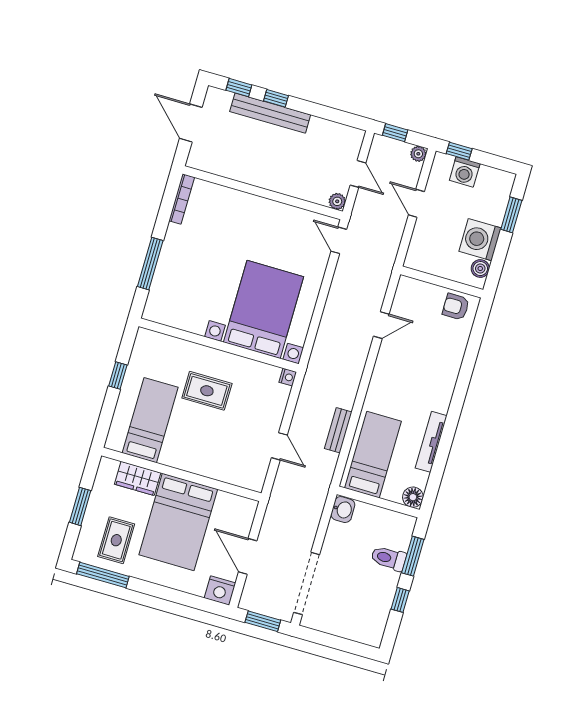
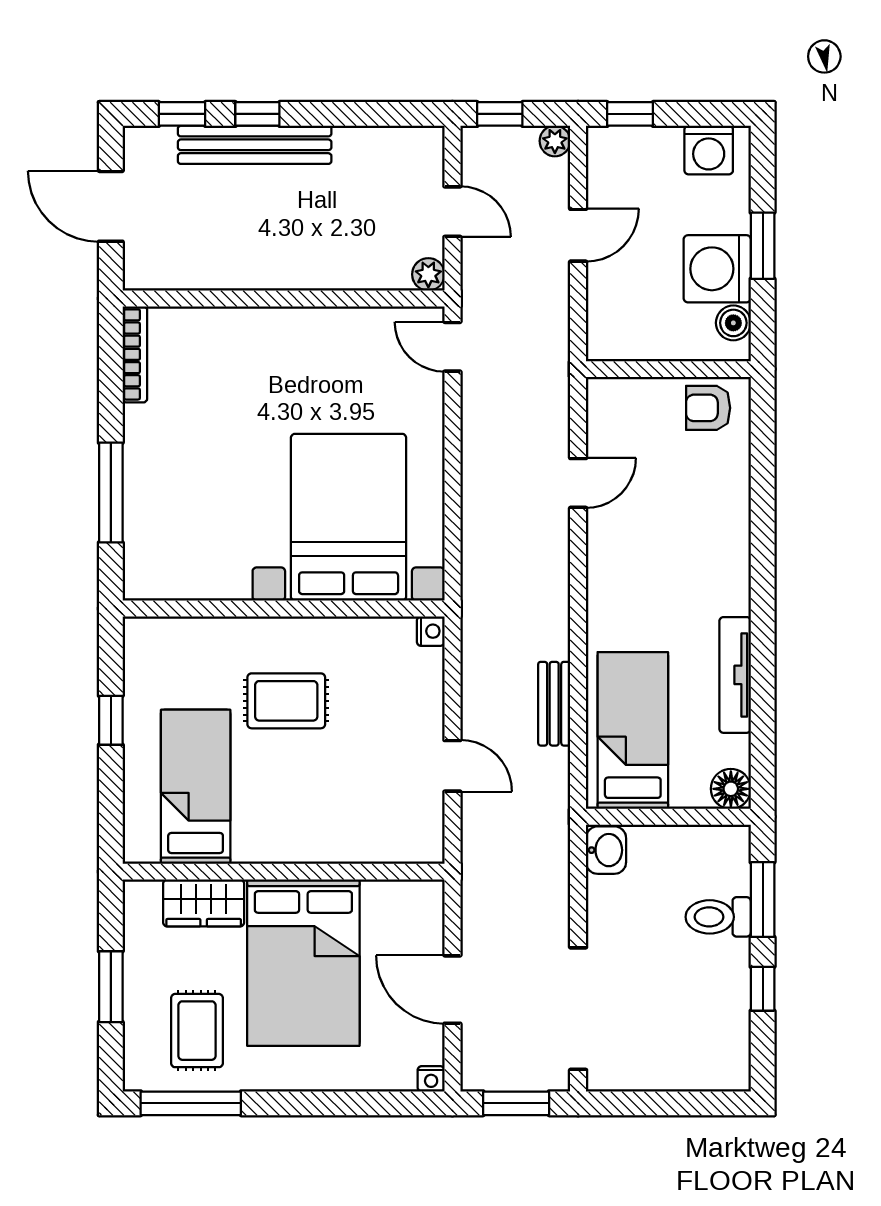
washing machine: (465, 172) -> (709, 150), moved
door: (416, 203) -> (578, 235), swing flipped
window: (511, 215) -> (763, 246), moved
nightstand: (220, 590) -> (431, 1079), width x0.53, depth x0.56

